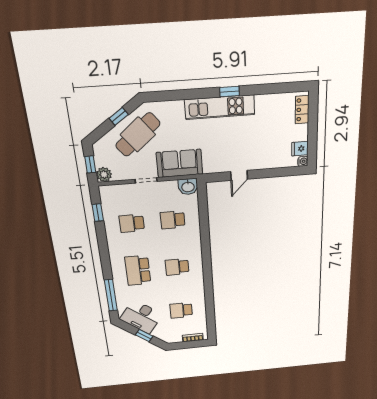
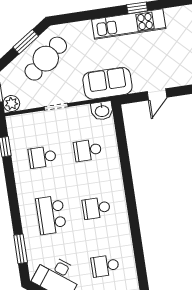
window: (119, 116) -> (26, 42), width x1.50
sofa: (180, 163) -> (107, 83), moved
window: (111, 295) -> (21, 249), width x0.69

